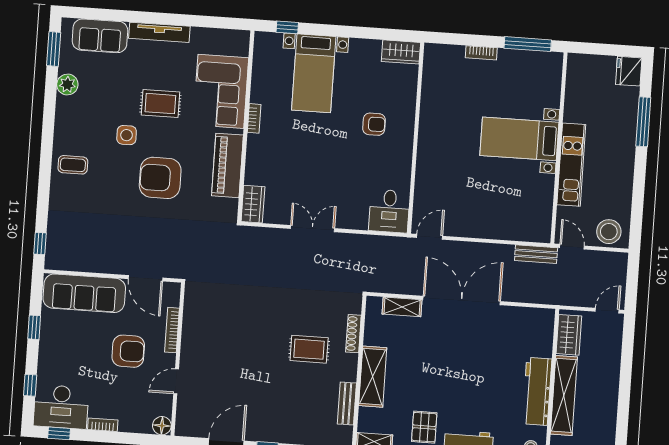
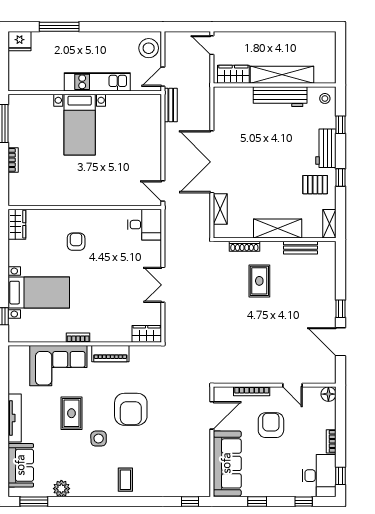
piano: (227, 165) -> (110, 354), width x0.73, depth x0.75

